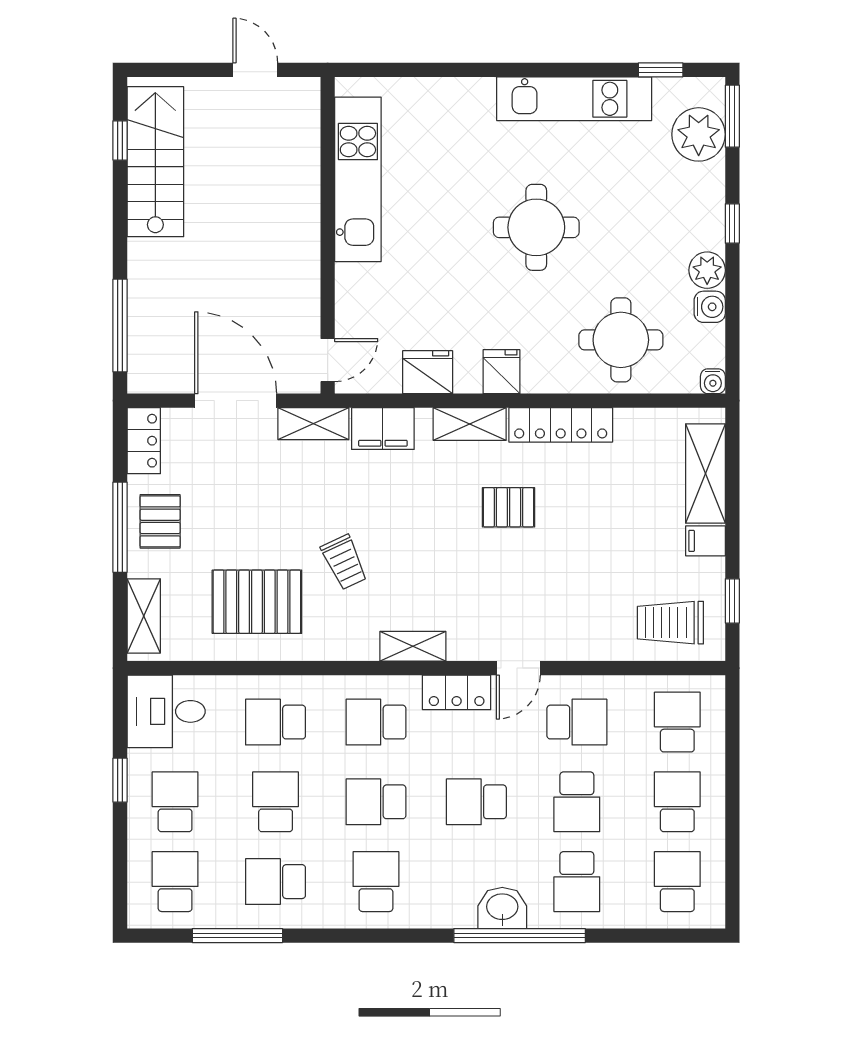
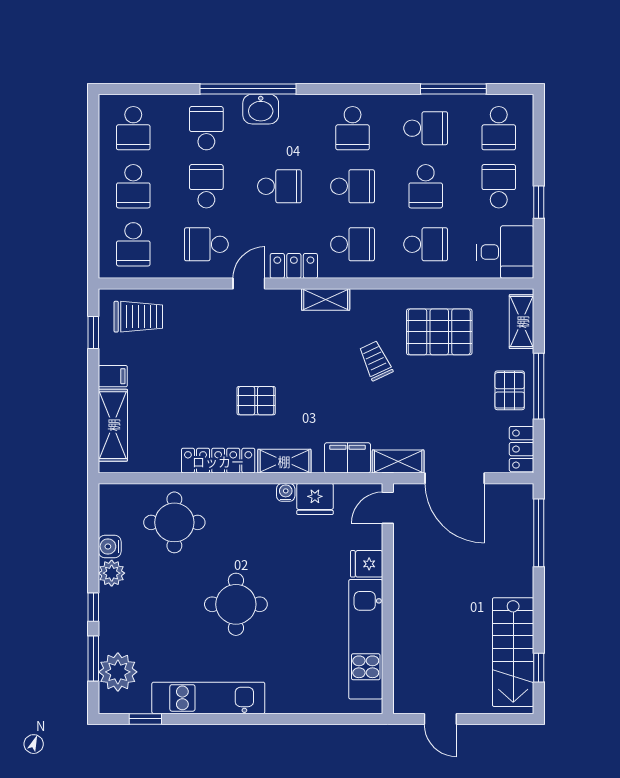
window: (732, 116) -> (93, 658), moved
fridge: (501, 372) -> (367, 564), moved, turned 90
water cooler: (713, 381) -> (286, 492), moved
school desk: (175, 802) -> (499, 186), turned 180

